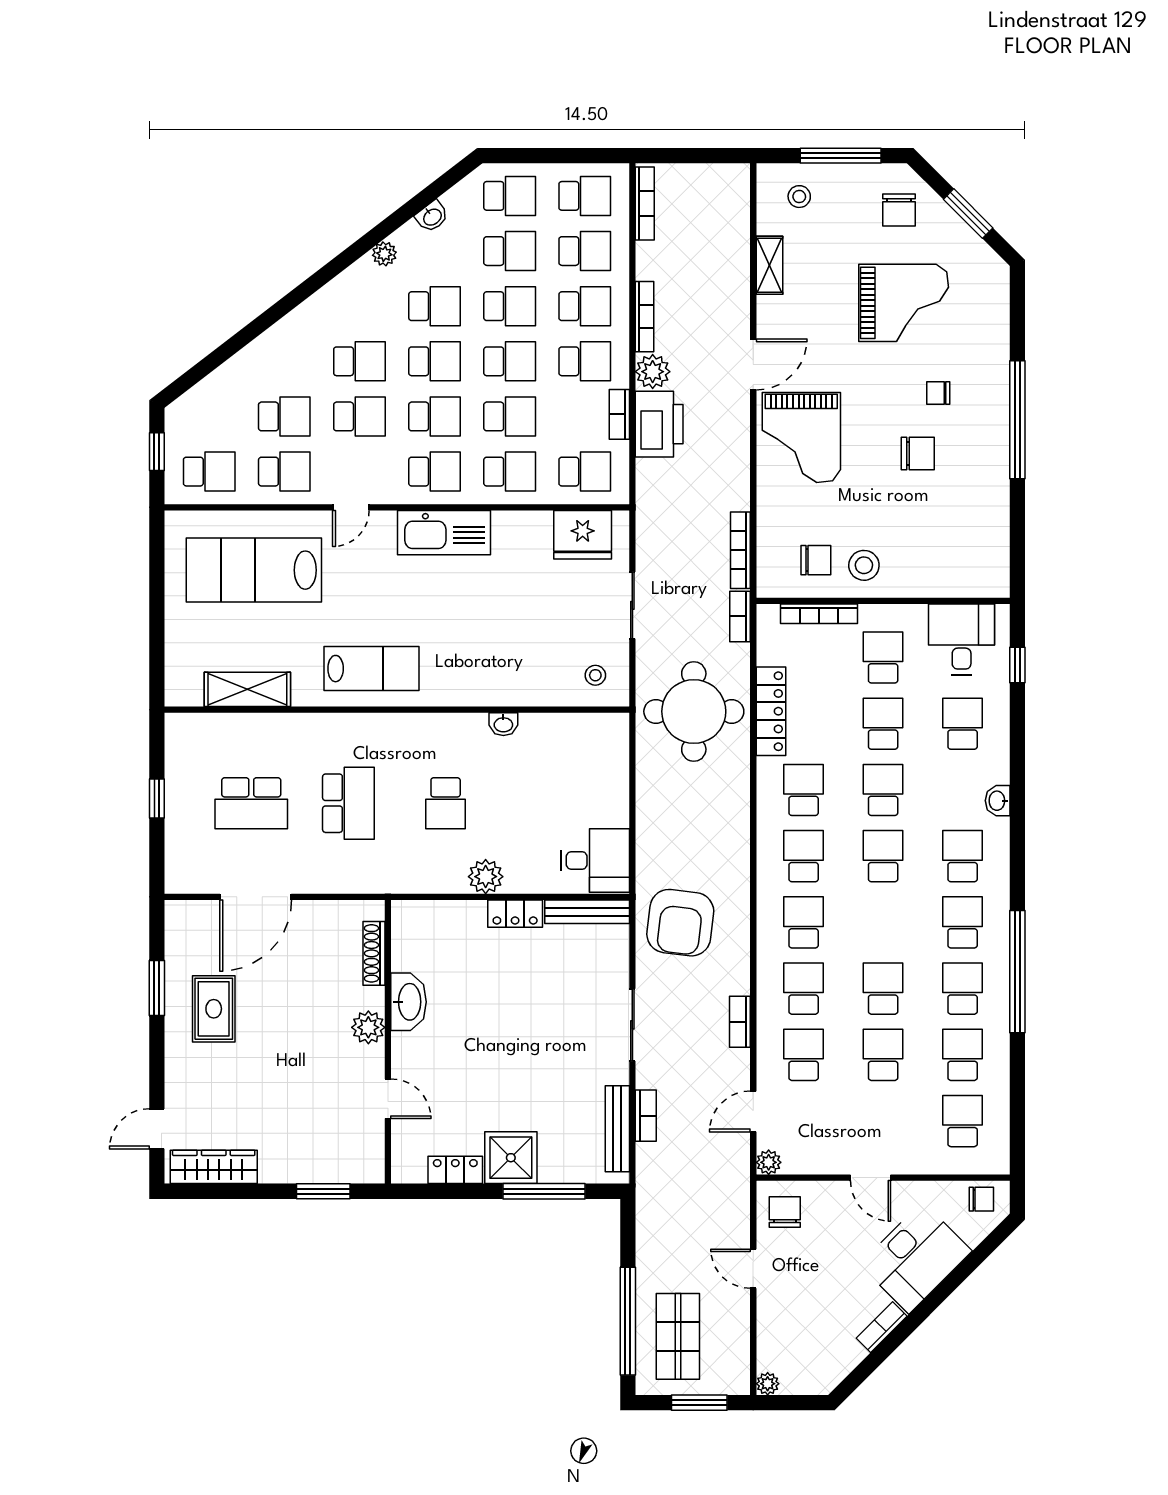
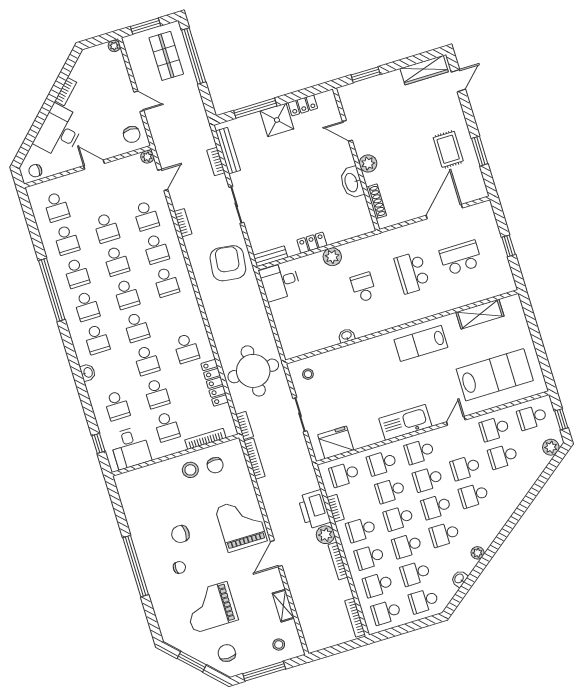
plant: (192, 406) -> (551, 447), added
chair: (816, 560) -> (215, 465), turned -90
school desk: (804, 856) -> (127, 294), moved
bench: (587, 912) -> (271, 256), width x0.73

